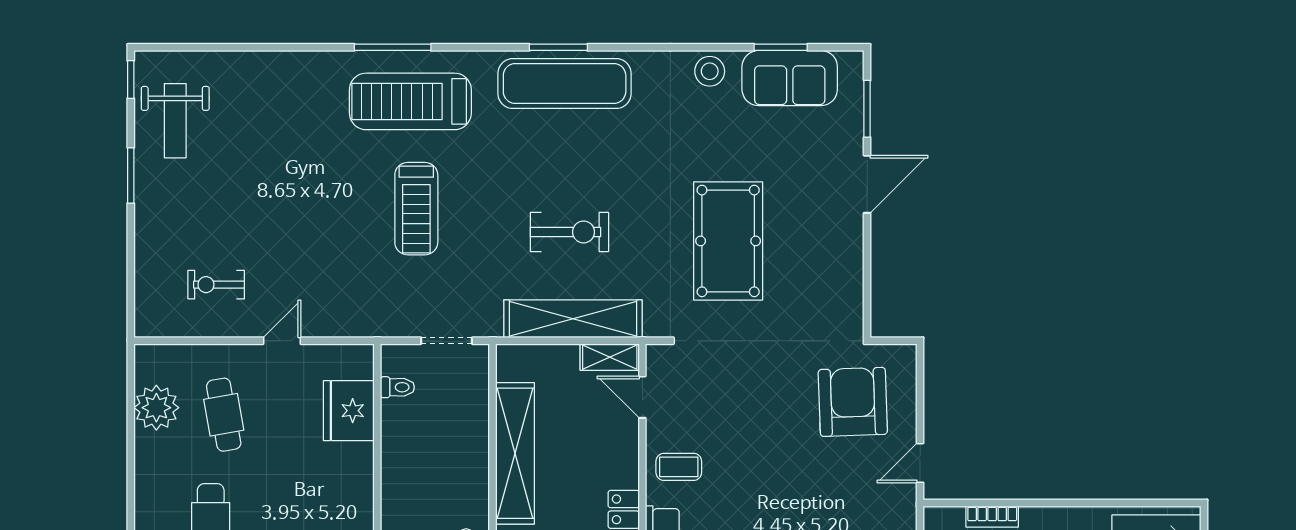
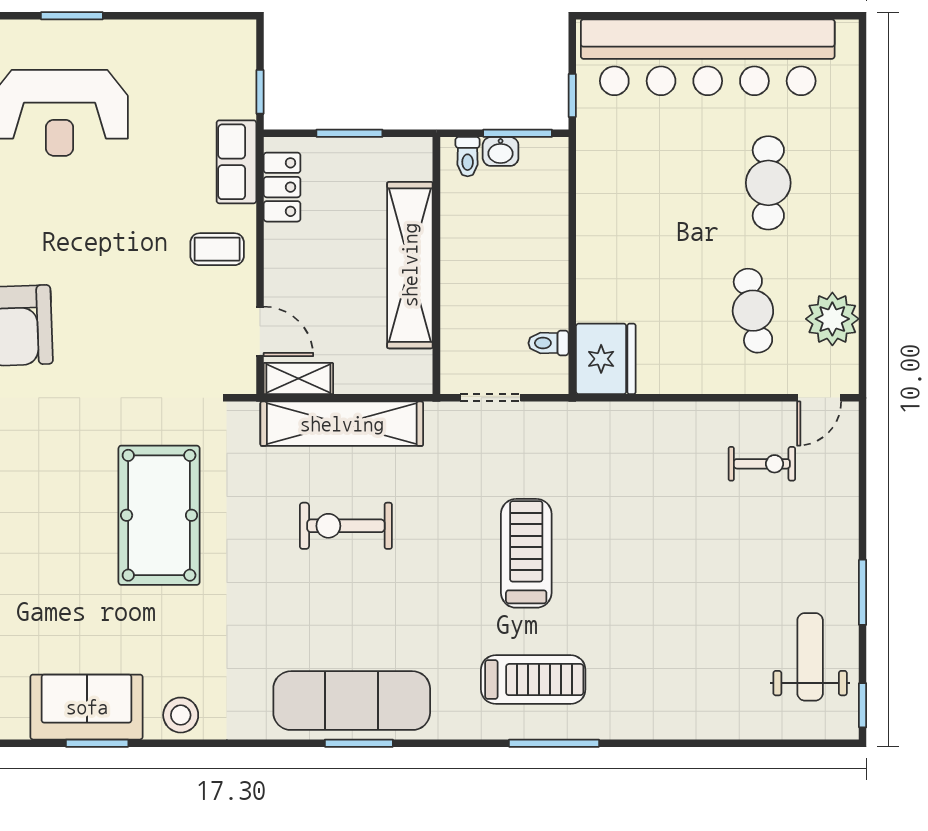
treadmill: (410, 101) -> (533, 680), width x0.73, depth x0.73
door: (282, 341) -> (819, 398), moved
fridge: (349, 411) -> (606, 359), moved

